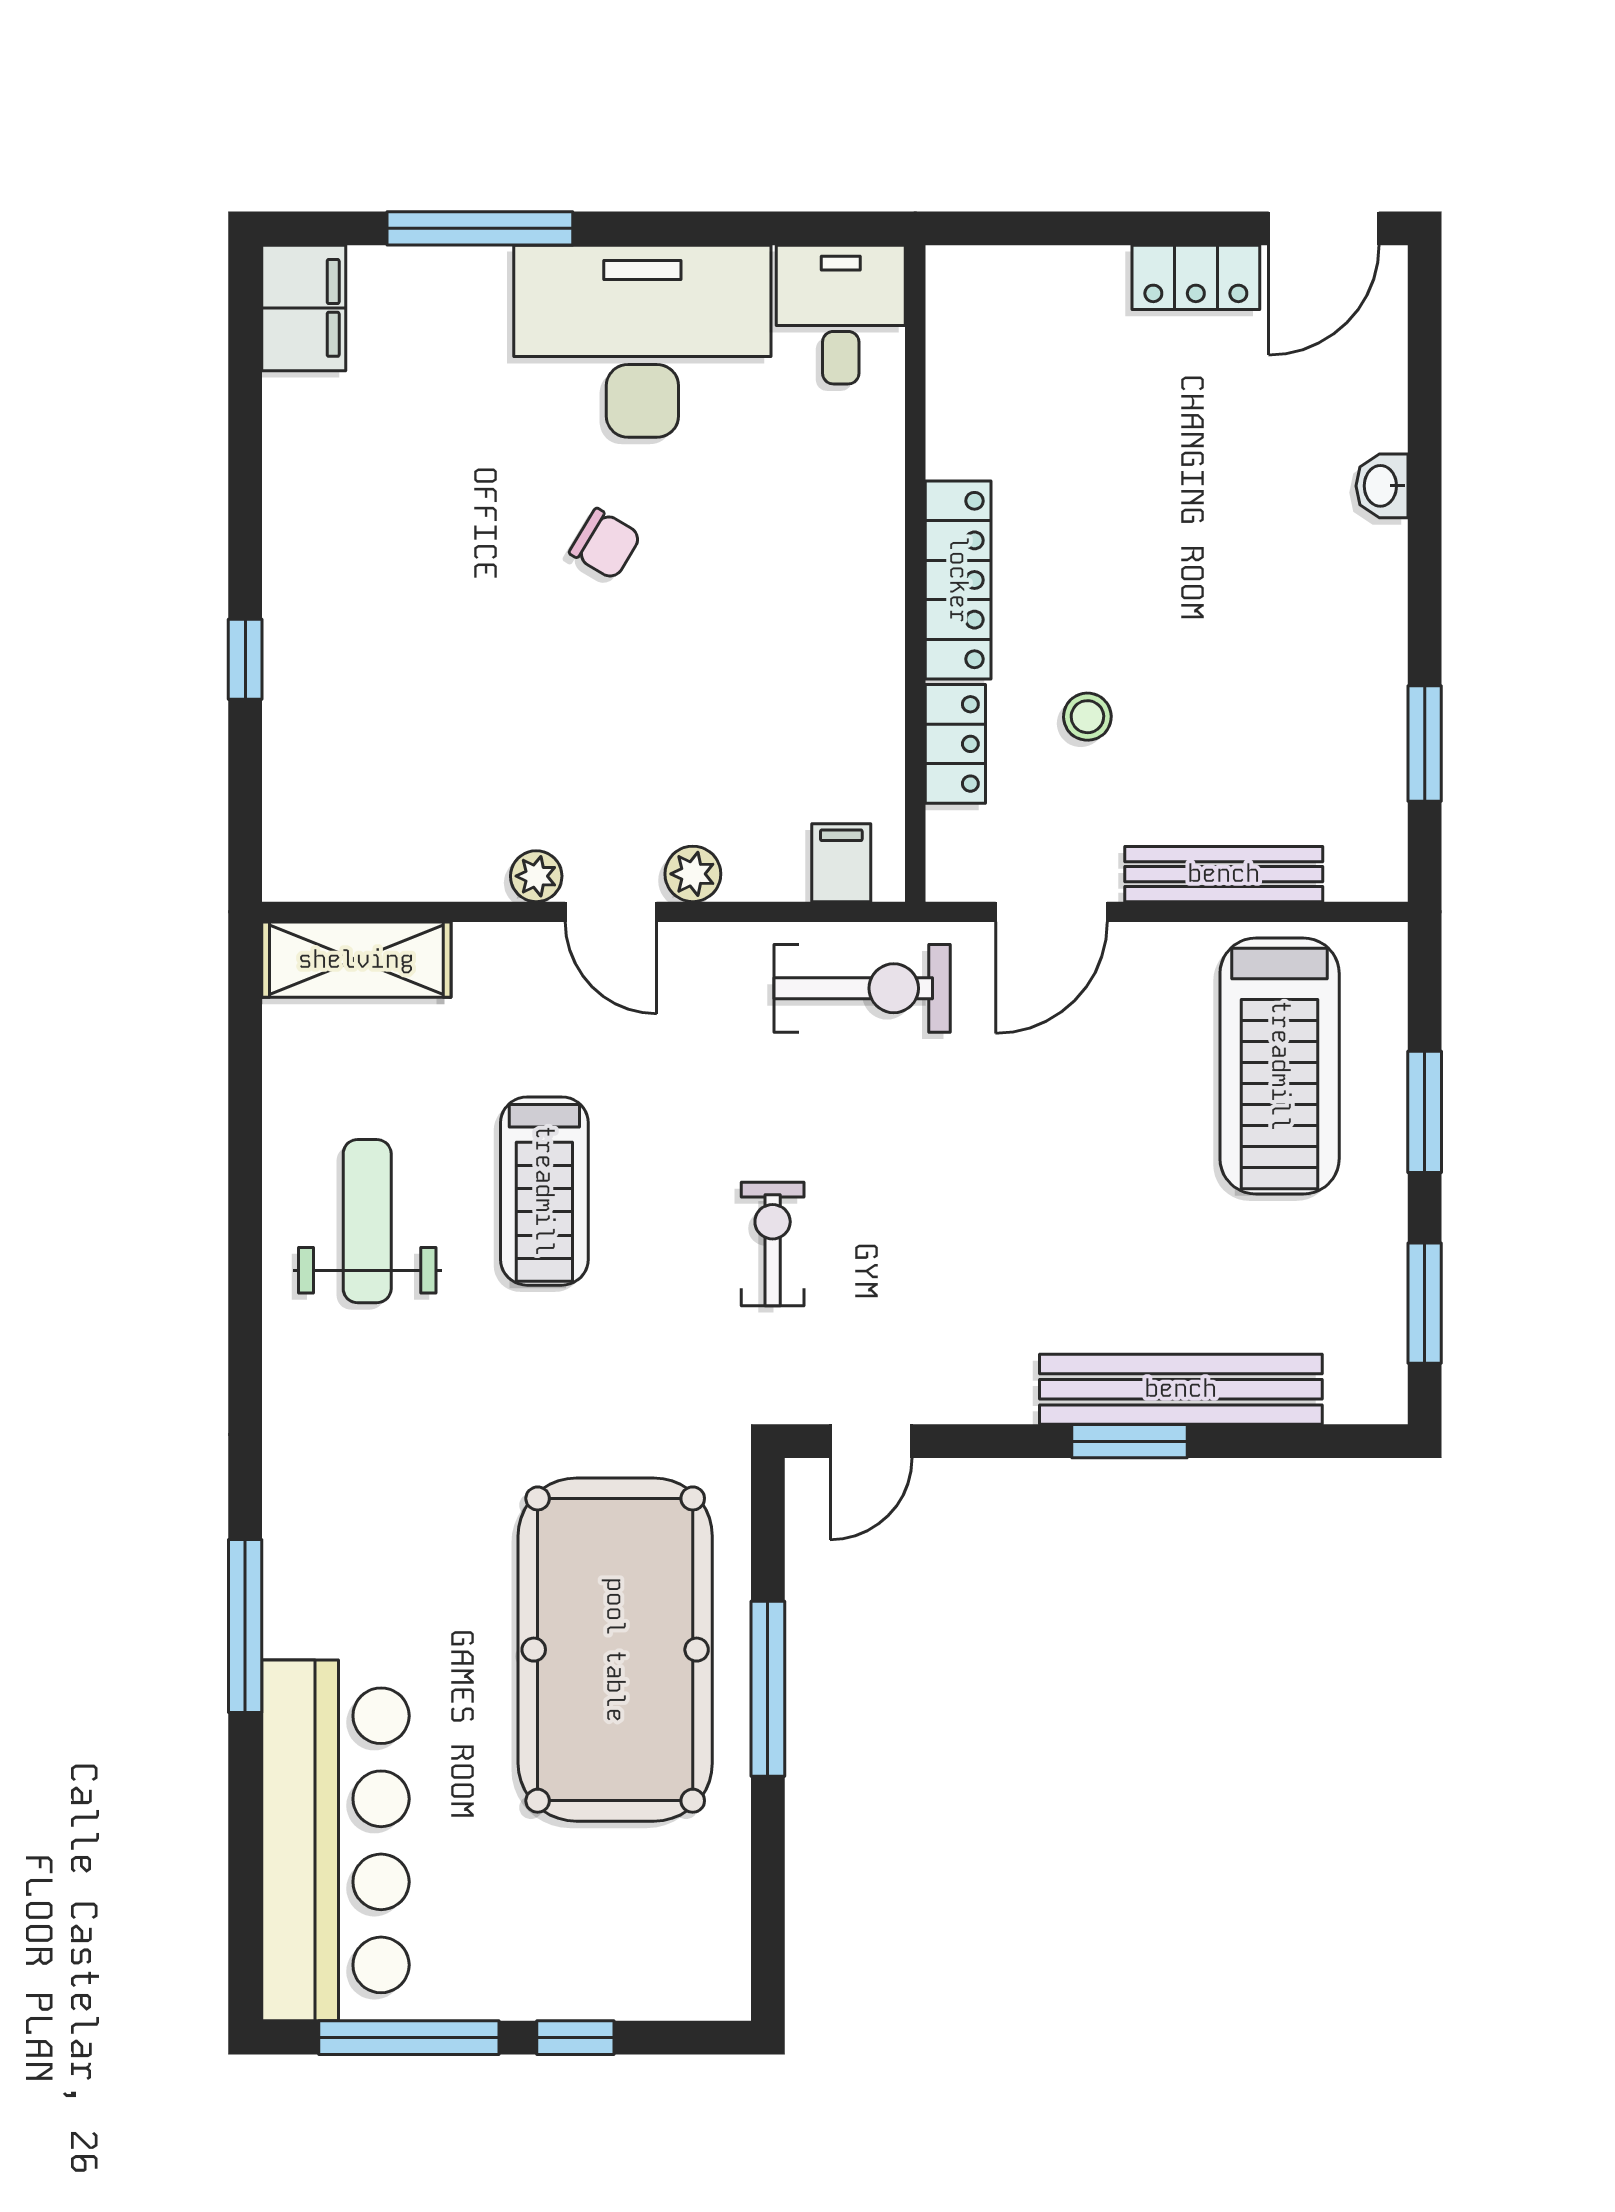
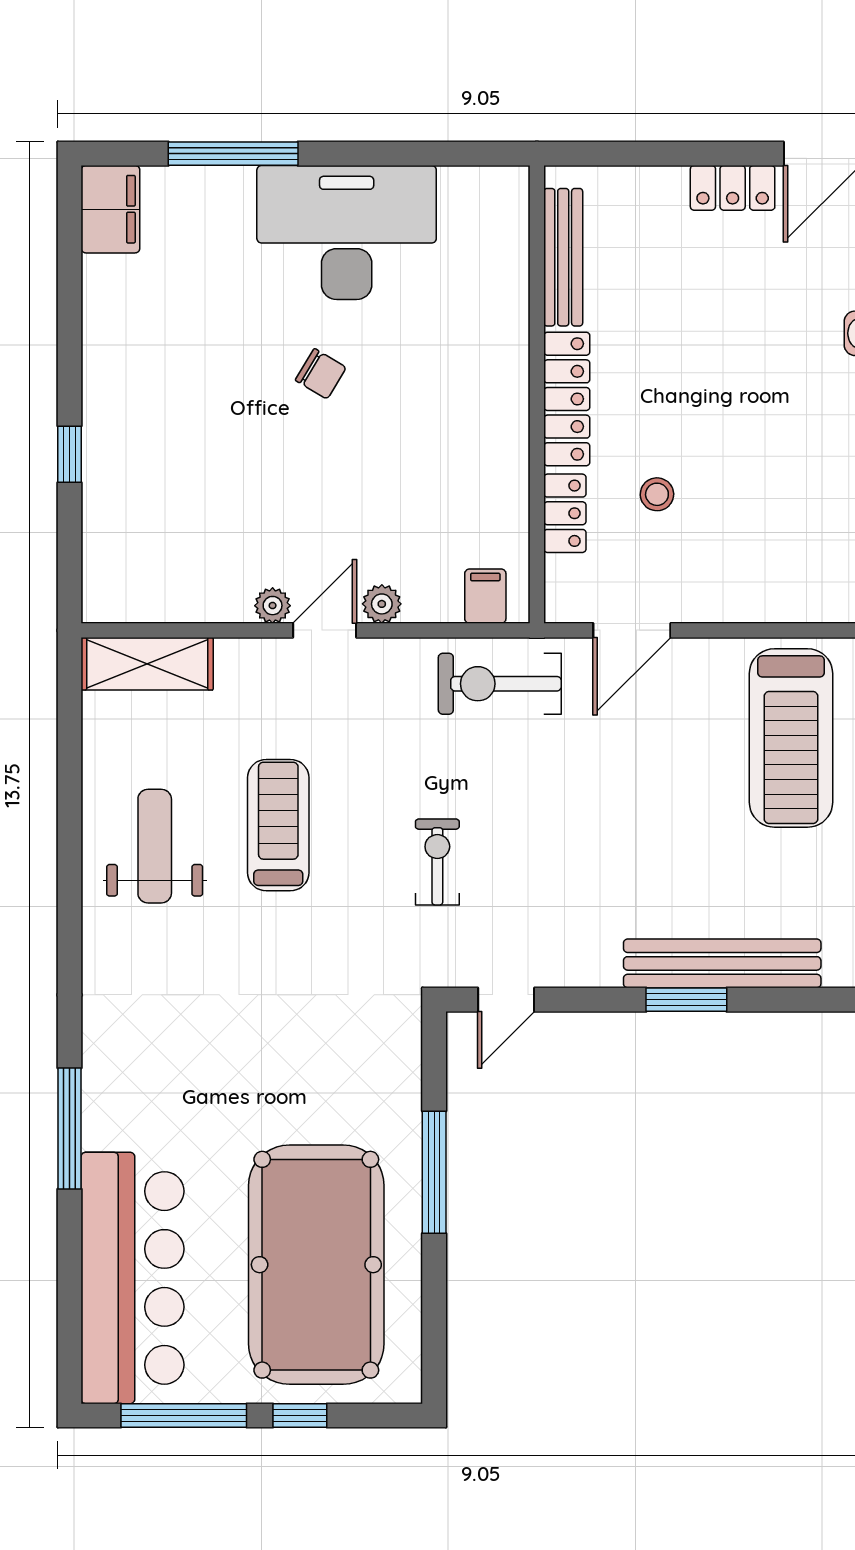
desk: (841, 315) -> (485, 214), removed
bench: (1224, 874) -> (563, 257), moved, turned 90
door: (611, 912) -> (325, 630), swing flipped
exercise bike: (862, 988) -> (500, 684), turned 180
treadmill: (544, 1191) -> (278, 825), turned 180
pool table: (615, 1650) -> (316, 1265), moved

